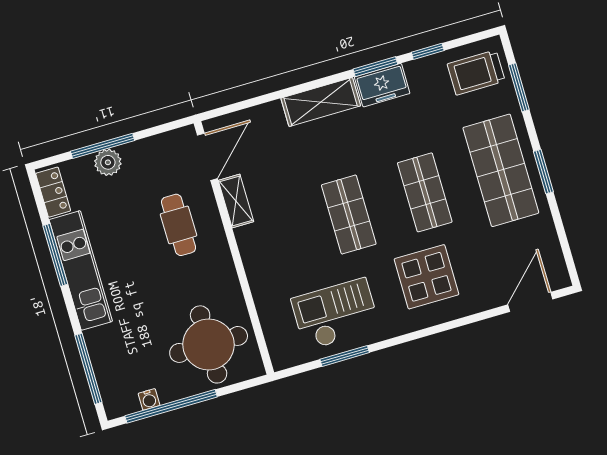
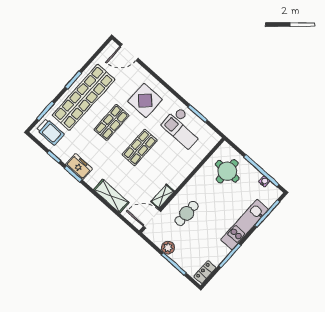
shelving: (321, 102) -> (111, 196), moved
plant: (108, 162) -> (168, 248), moved
shop shelf: (501, 170) -> (84, 97), width x1.40
kitchen unit: (81, 270) -> (245, 225), moved
round table: (209, 344) -> (227, 171), width x0.73, depth x0.73

